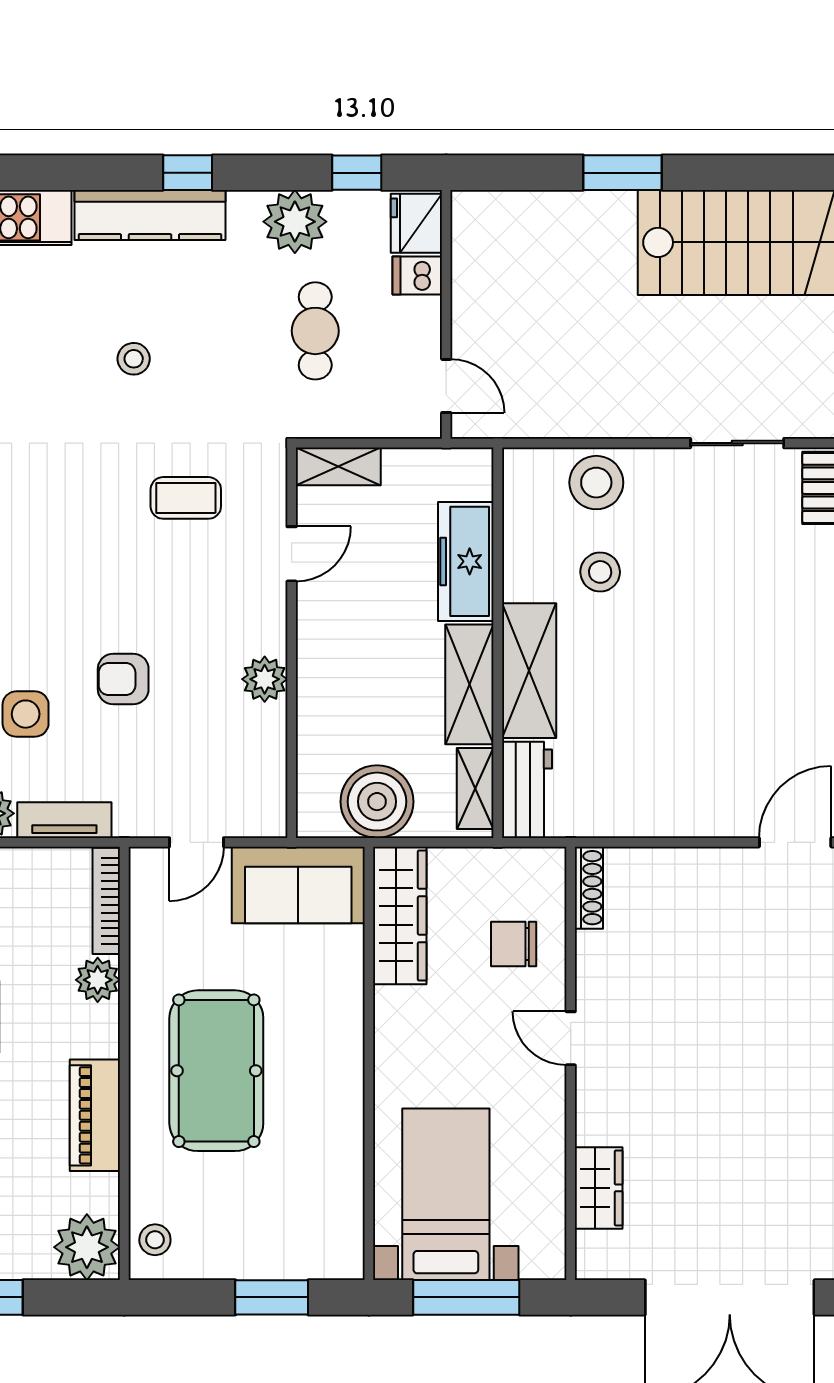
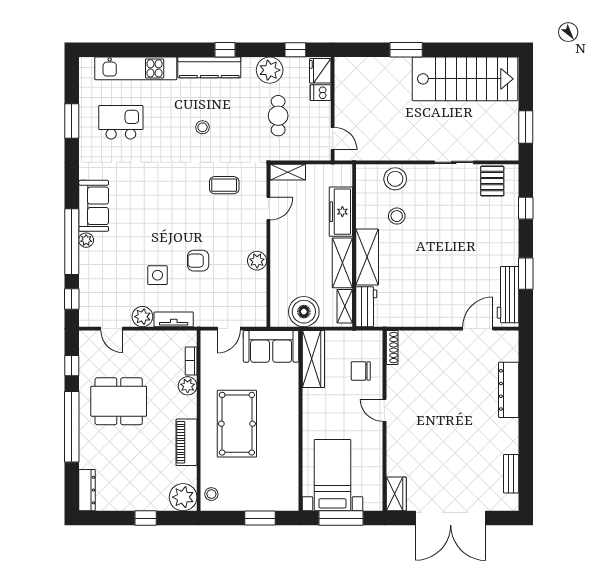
bookcase: (106, 901) -> (191, 361), width x0.64
wardrobe: (599, 1188) -> (396, 494), moved

